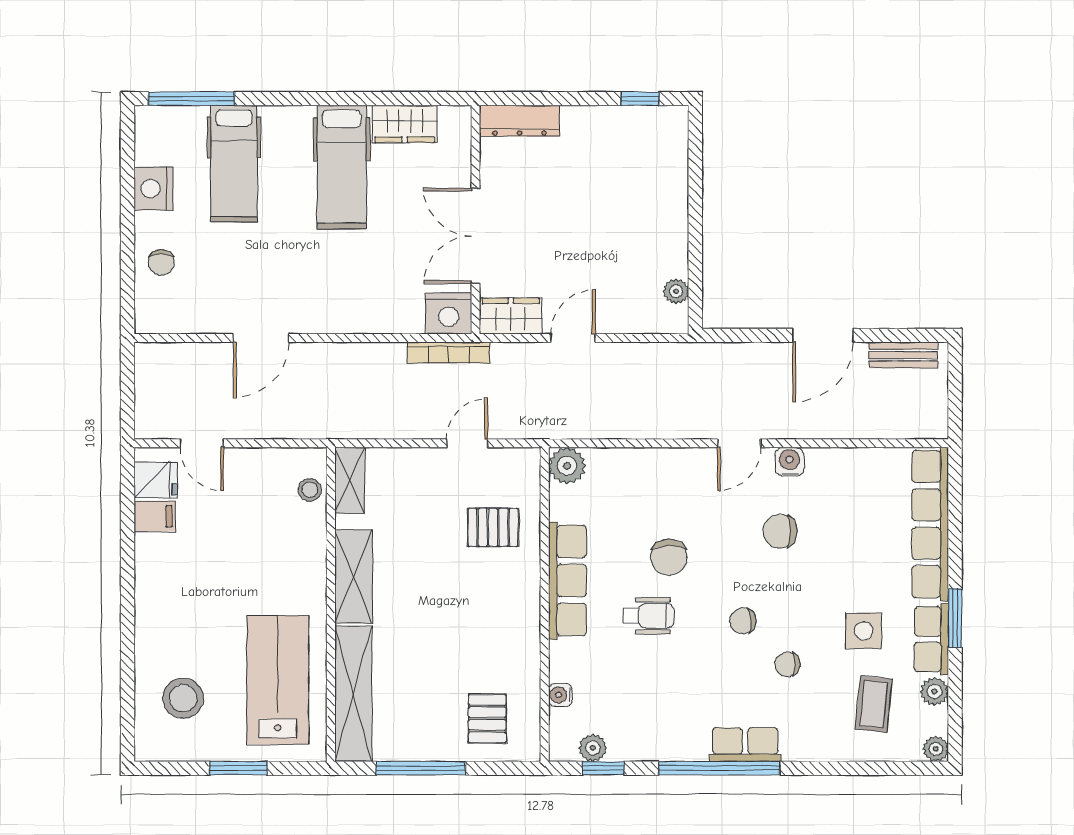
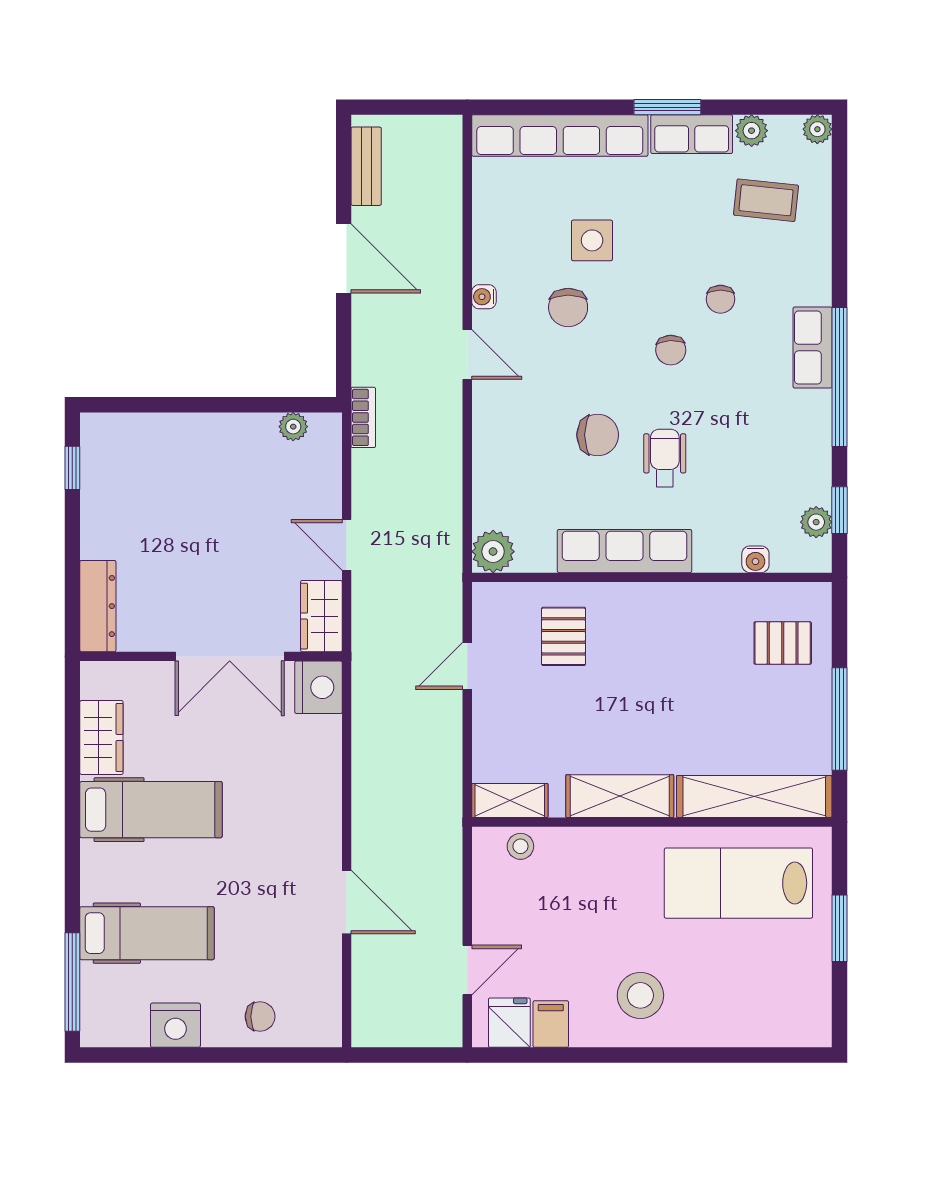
bookcase: (448, 353) -> (363, 417), moved, width x0.64
door: (467, 443) -> (467, 666), hinge flipped
water cooler: (790, 462) -> (484, 297), width x0.72, depth x0.72
side table: (864, 631) -> (592, 240), moved
stool: (183, 698) -> (640, 995), moved

